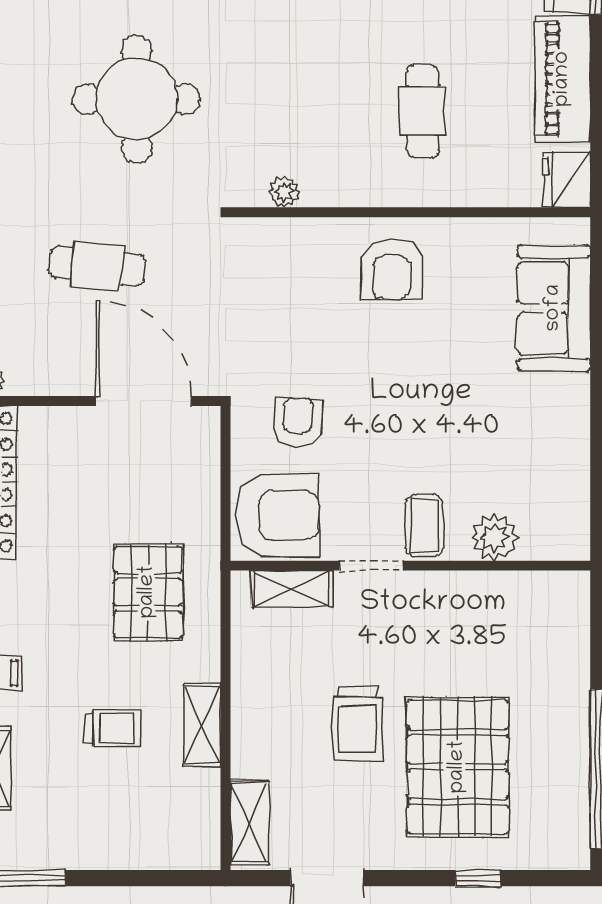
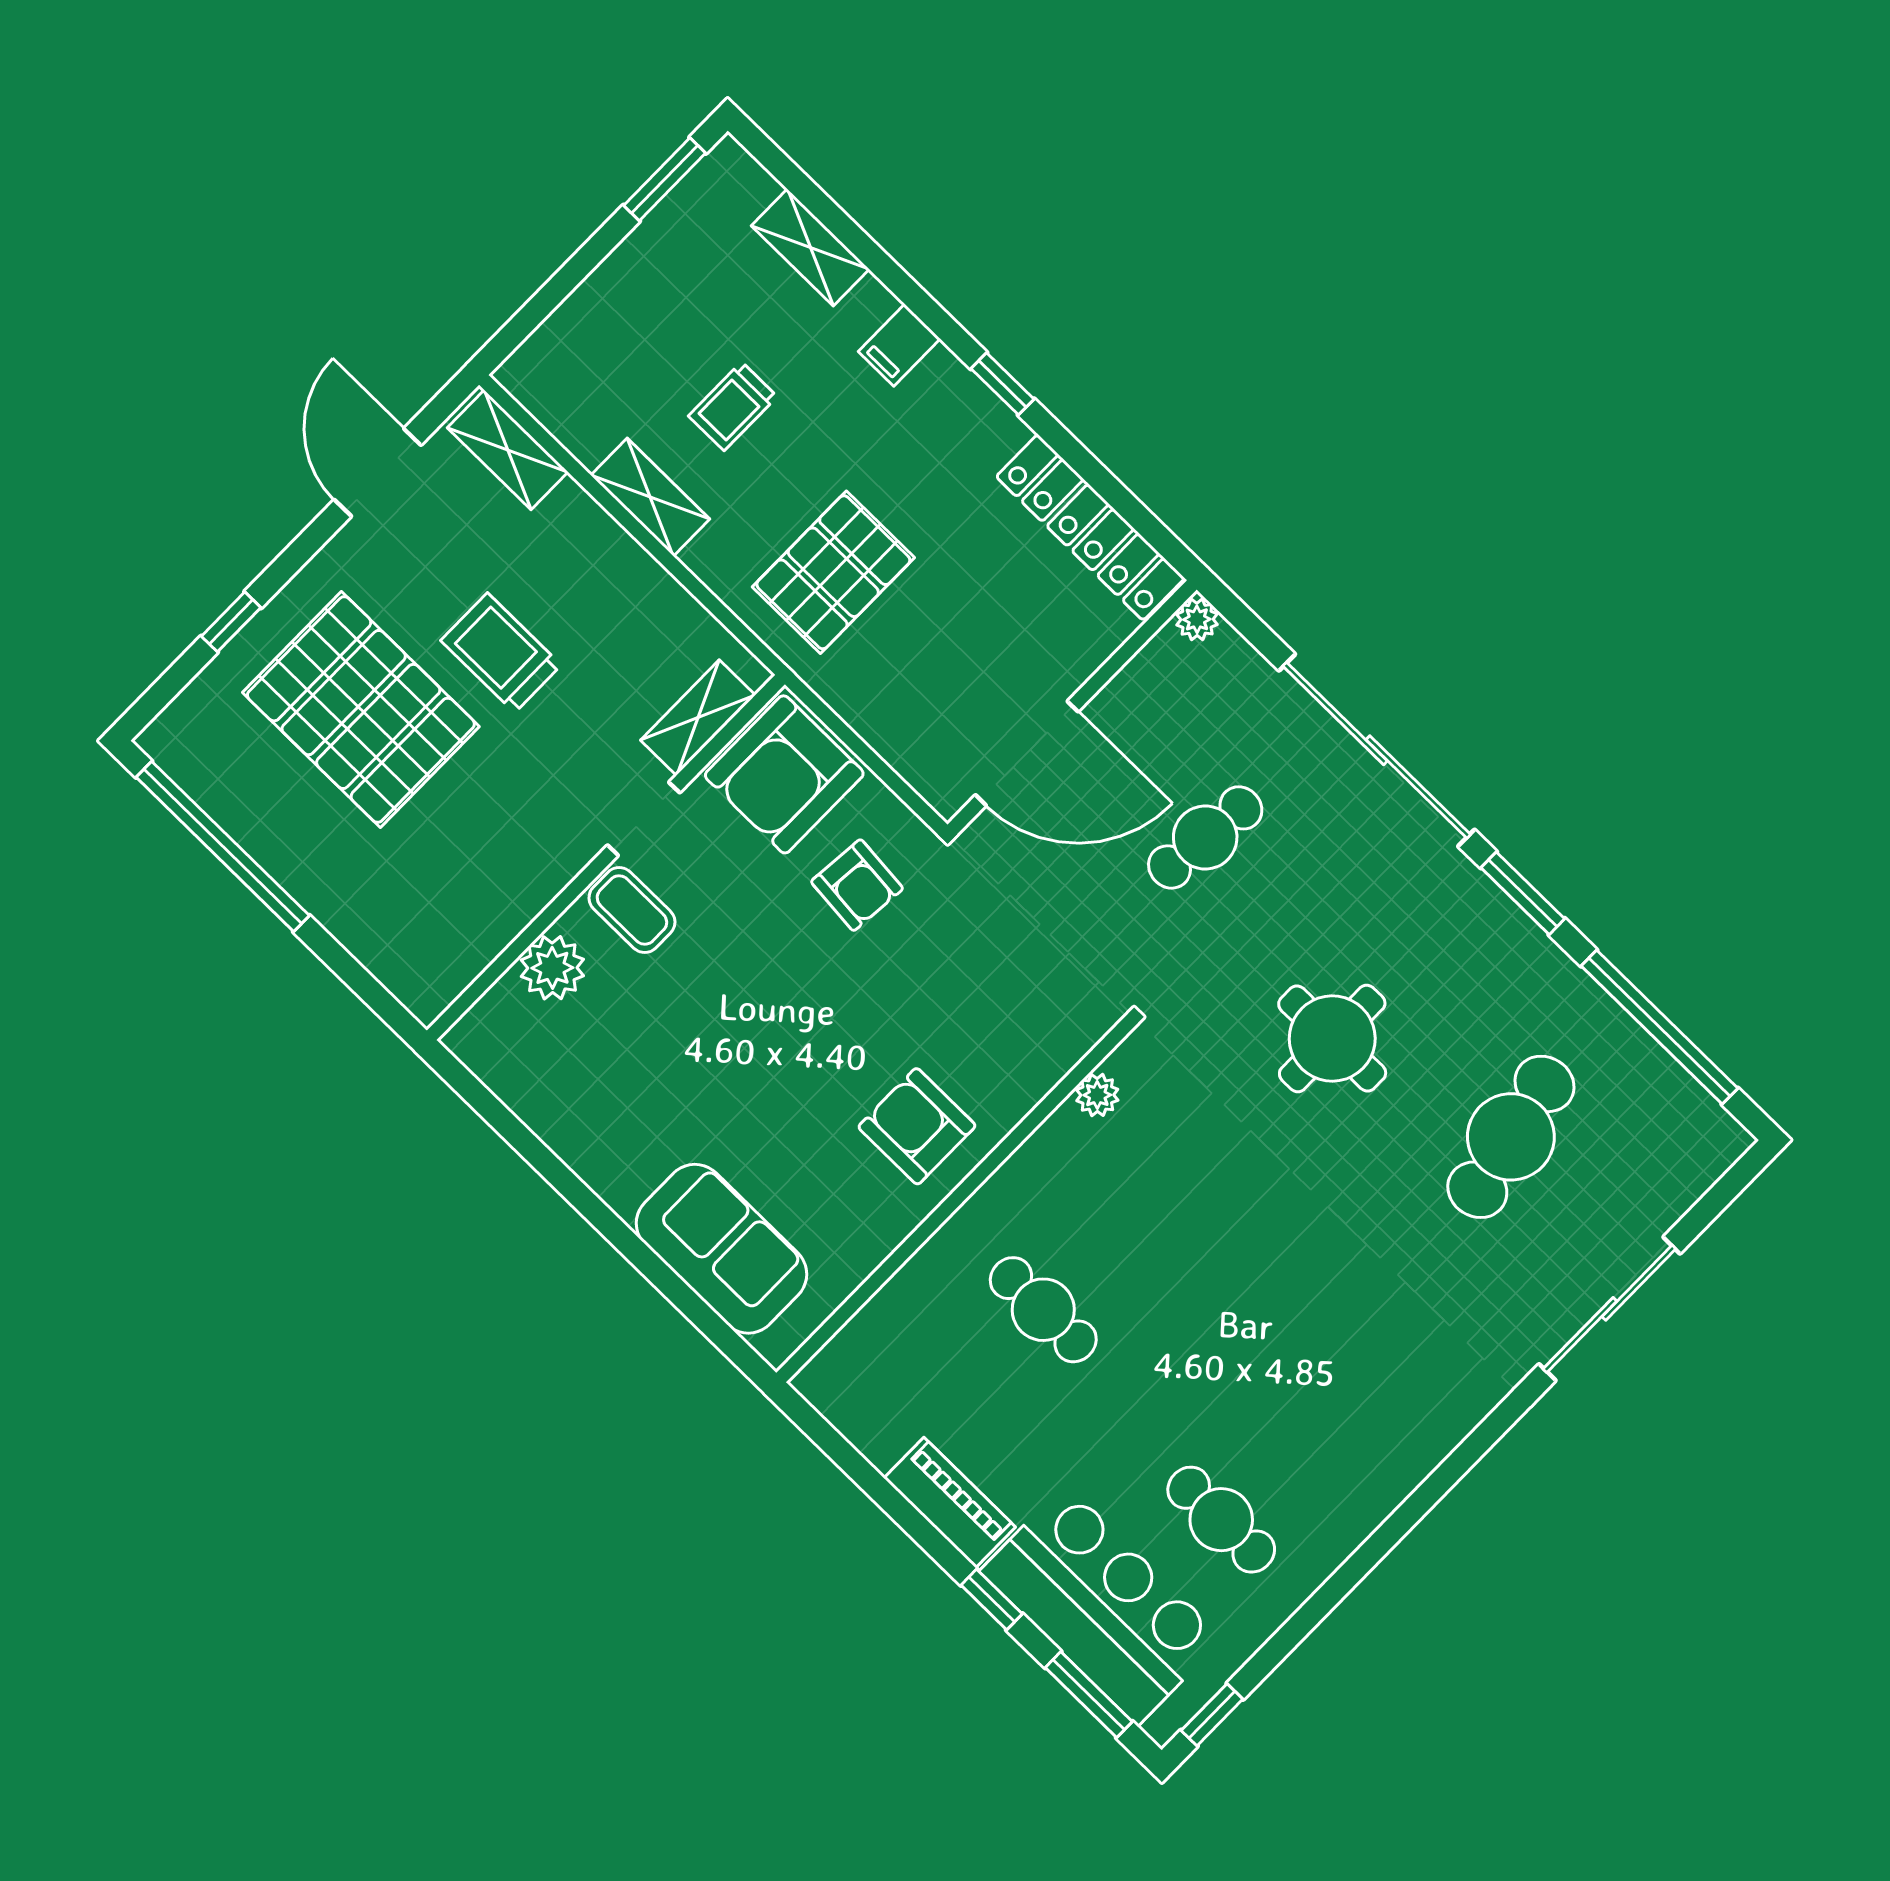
piano: (563, 79) -> (950, 1503), width x0.73, depth x0.75
round table: (137, 99) -> (1332, 1039), width x0.73, depth x0.73
fridge: (567, 180) -> (836, 1386), removed
pallet: (148, 592) -> (833, 572), turned 90

